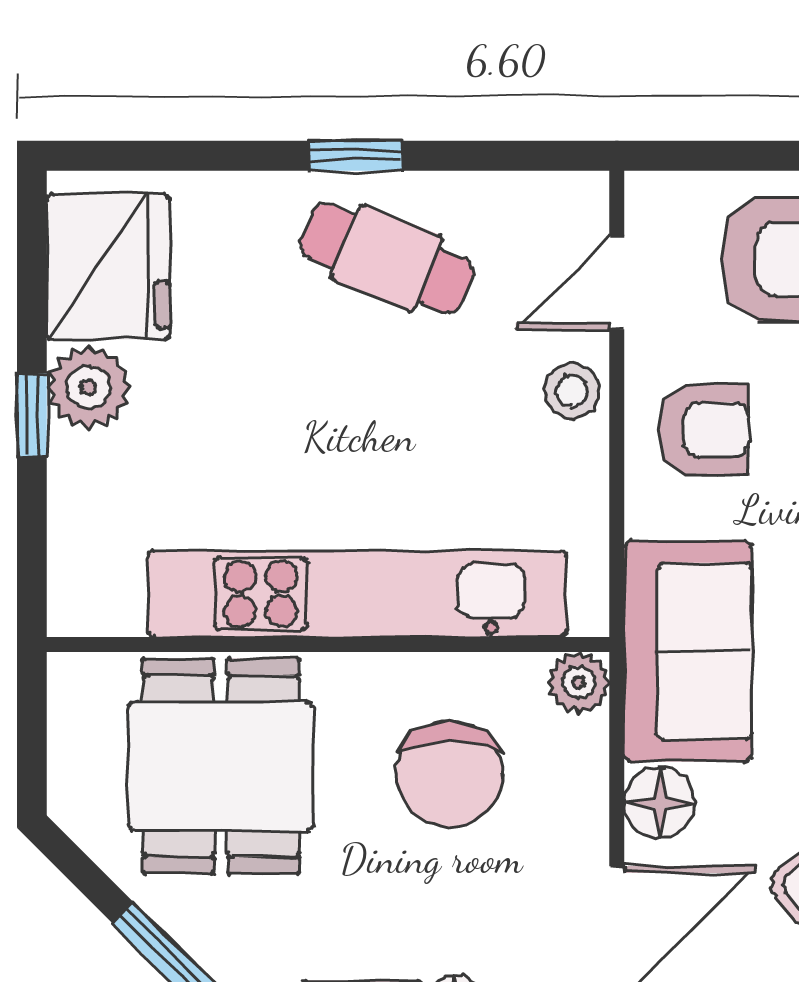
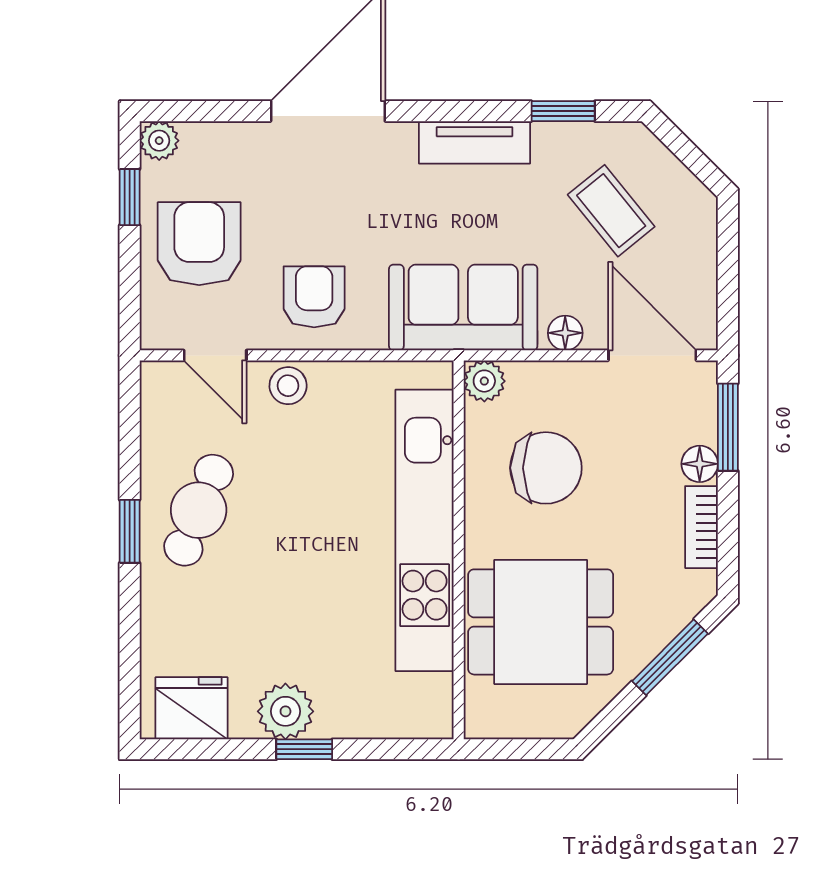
fridge: (108, 267) -> (191, 708), width x0.73, depth x0.75
floor lamp: (660, 803) -> (565, 333), width x0.73, depth x0.73

